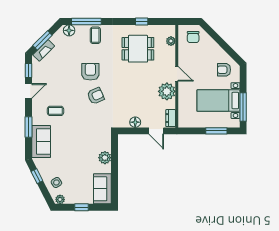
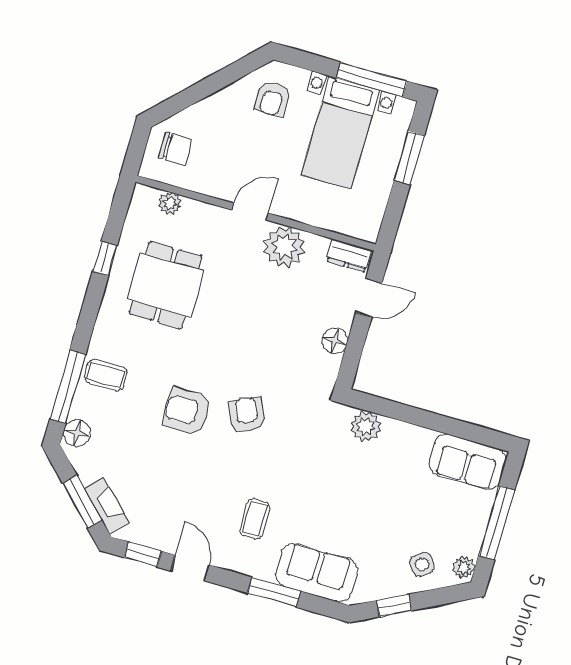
plant: (105, 158) -> (366, 426), moved
window: (82, 207) -> (497, 523), width x2.17

